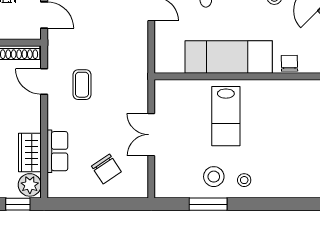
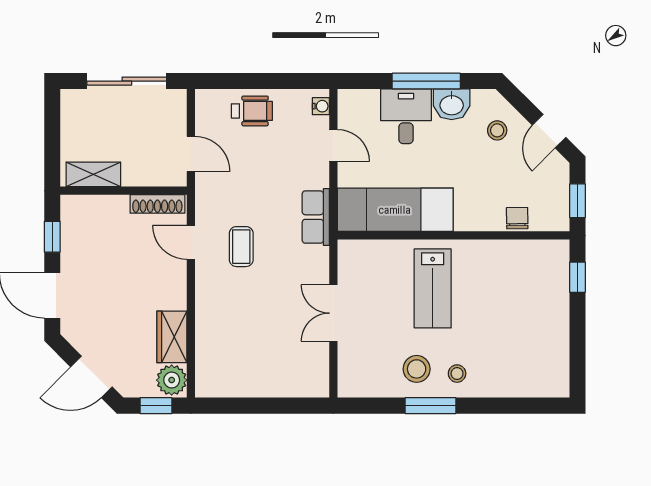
exam couch: (229, 57) -> (395, 210), moved
row of seats: (57, 151) -> (316, 217), moved, turned 180
chair: (106, 169) -> (274, 359), removed
window: (208, 204) -> (430, 406), moved

